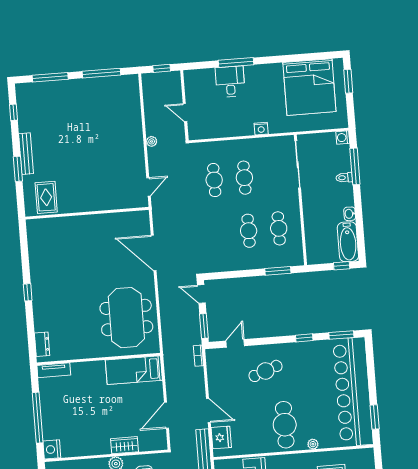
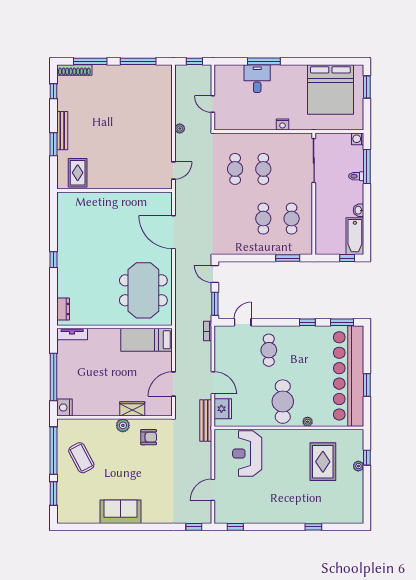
shoe rack: (34, 88) -> (74, 70), added
cafe table: (265, 371) -> (269, 350), turned -70
window: (375, 417) -> (367, 385), moved

